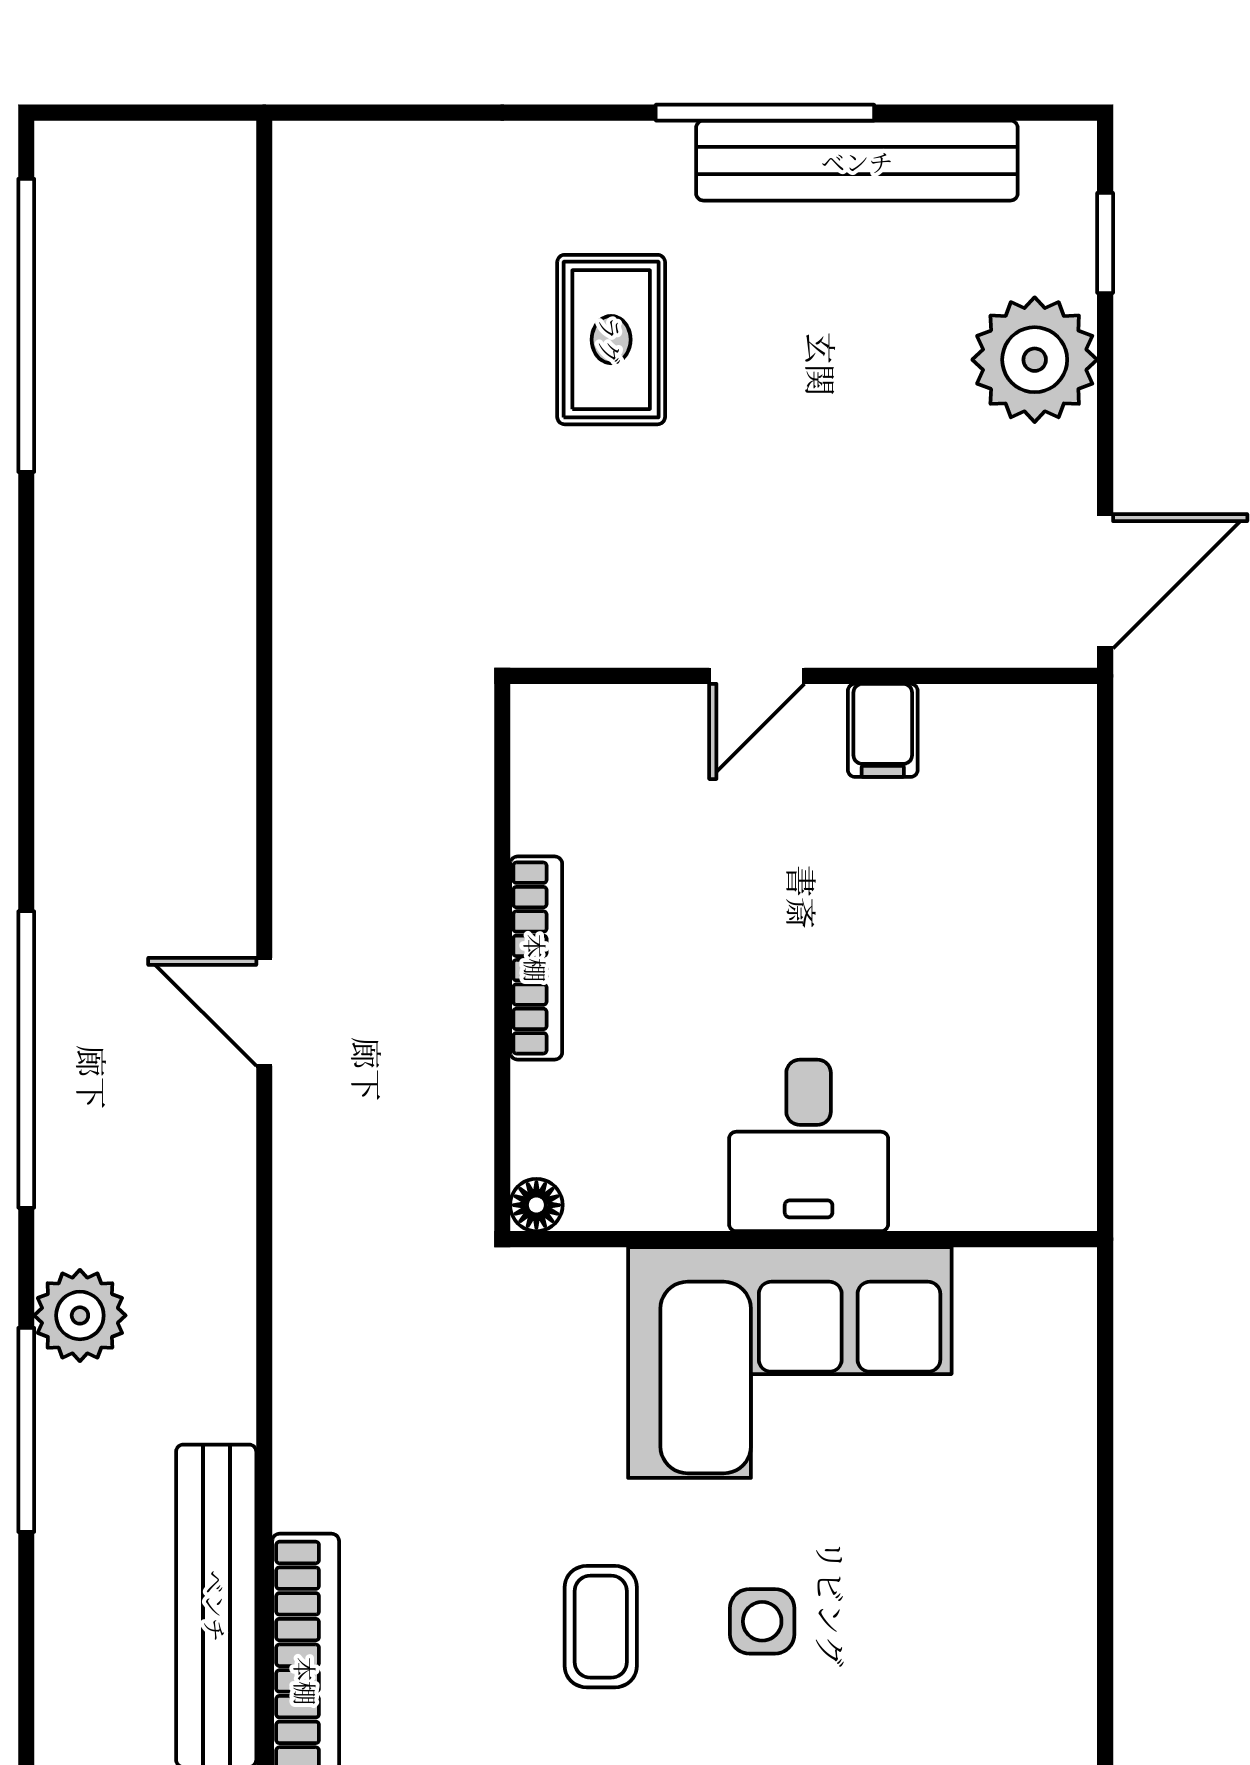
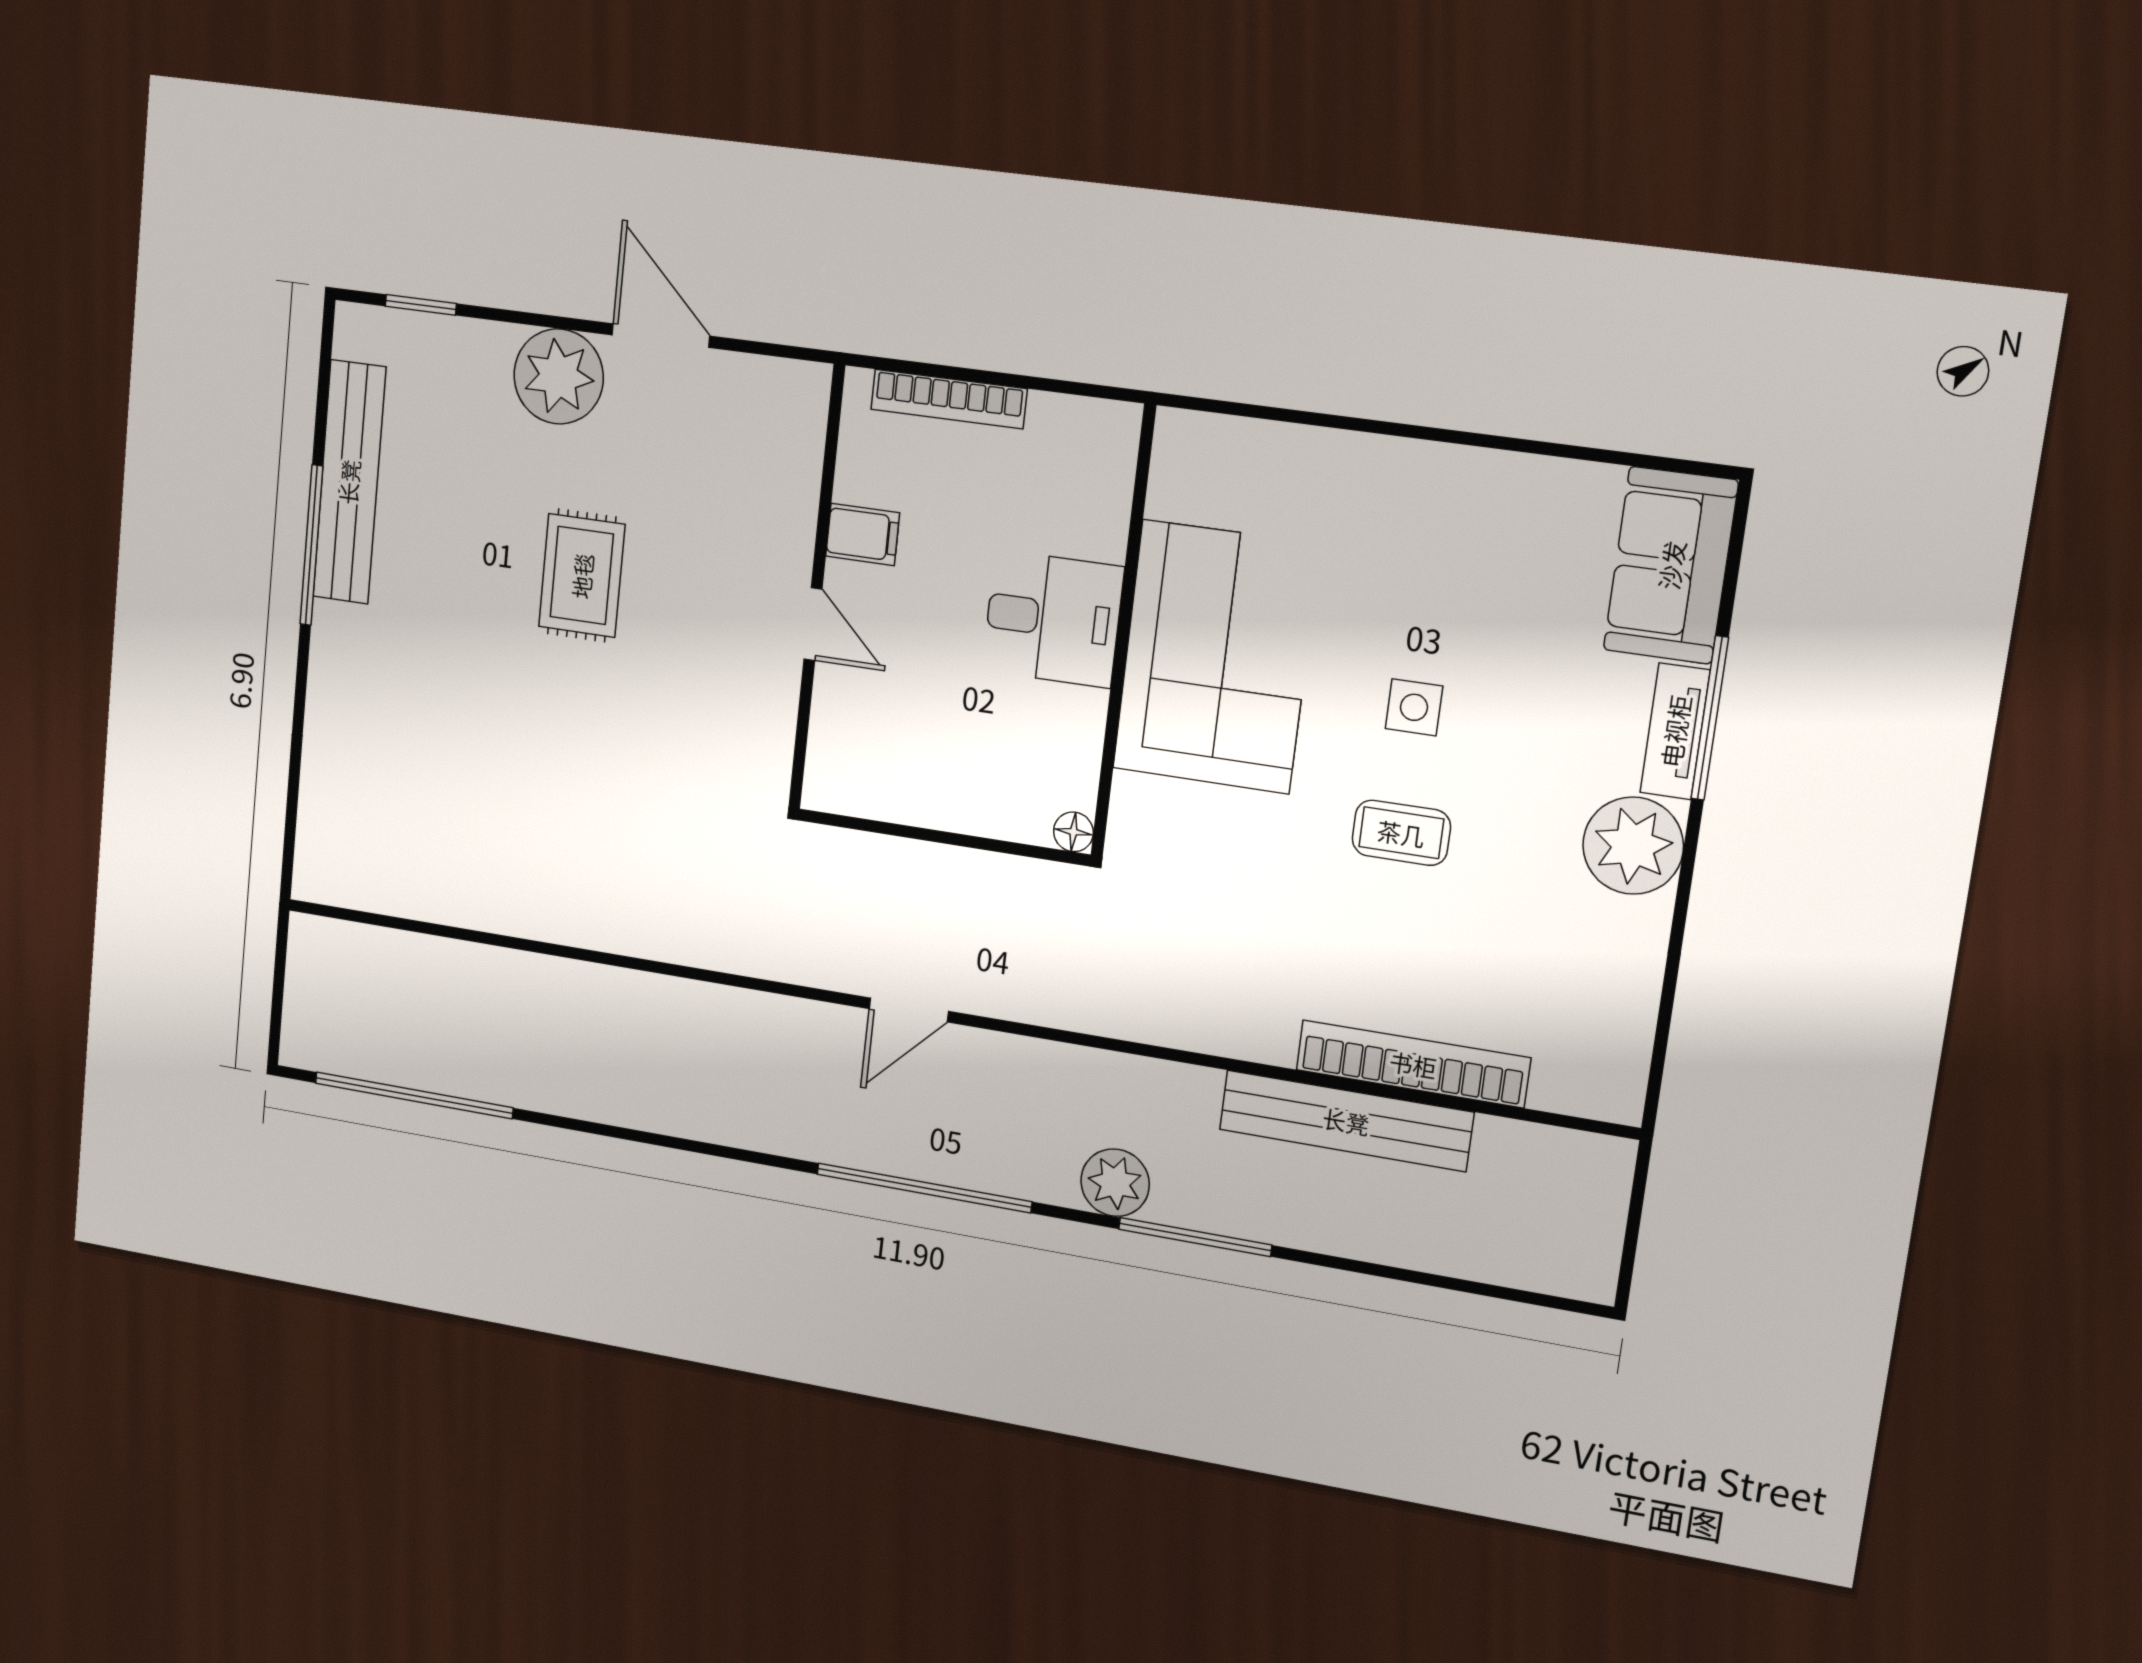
rug: (611, 340) -> (582, 576), moved, turned 90
plant: (1035, 360) -> (559, 376), moved
door: (757, 676) -> (813, 624), moved
wall: (804, 676) -> (817, 589), moved
filing cabinet: (883, 730) -> (863, 534), moved
bookcase: (536, 958) -> (949, 399), moved, turned 180

